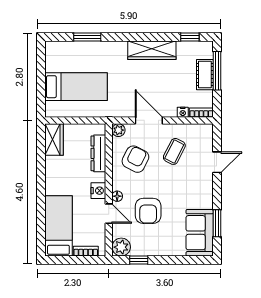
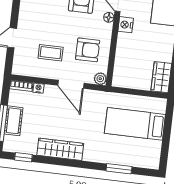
coffee table: (174, 151) -> (51, 53), turned 63
dresser: (98, 153) -> (121, 59), removed
armchair: (135, 159) -> (88, 50), turned -117

